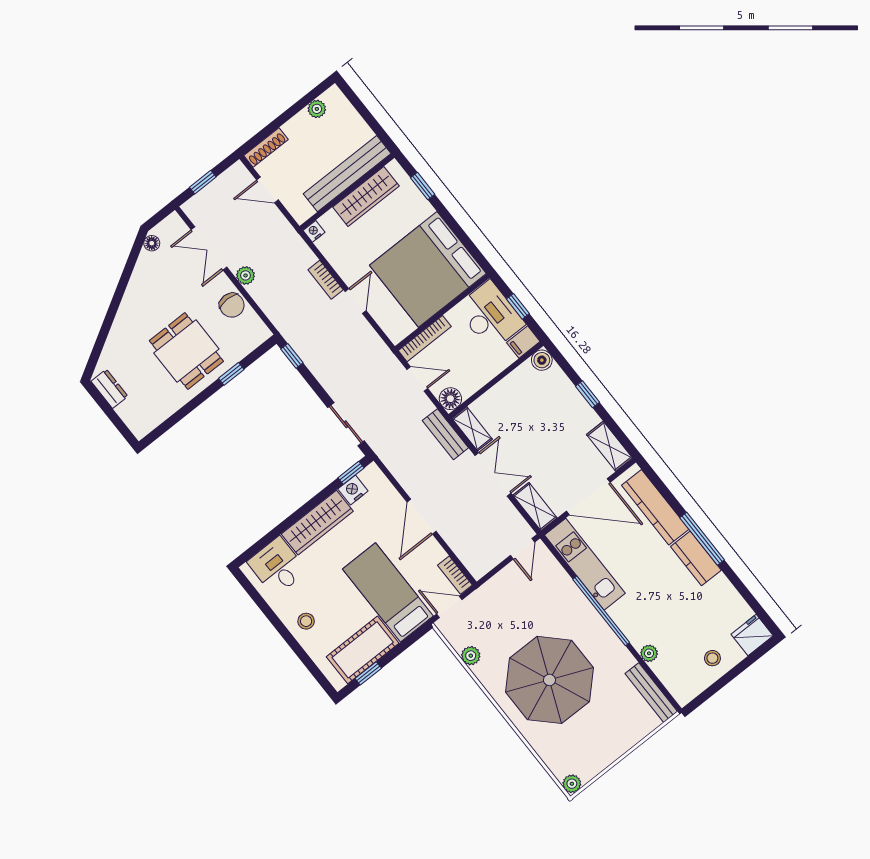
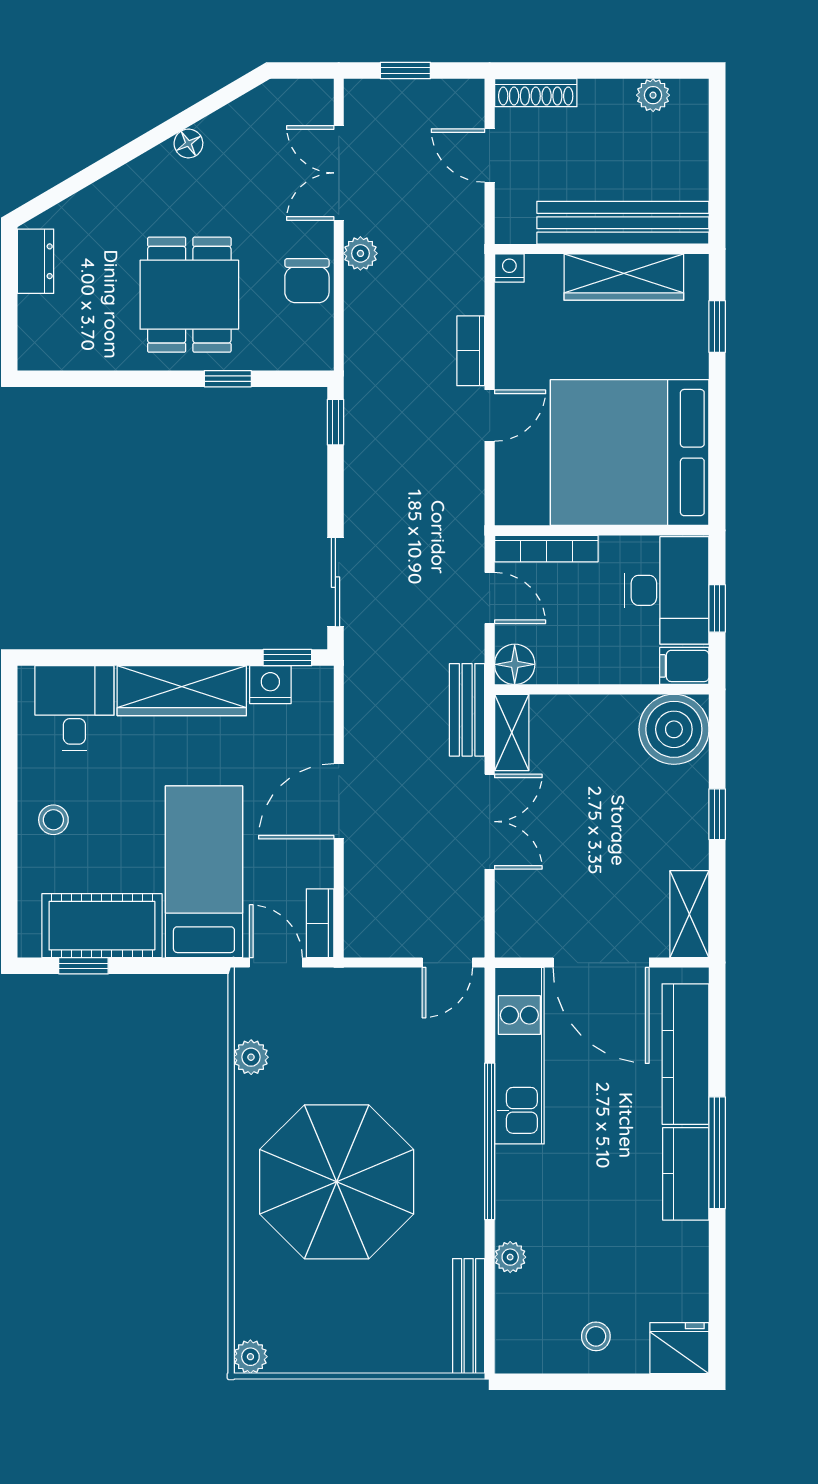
floor lamp: (152, 243) -> (188, 143), moved
boiler: (542, 360) -> (674, 729), width x1.86, depth x1.86
shelving: (535, 507) -> (513, 916), removed

